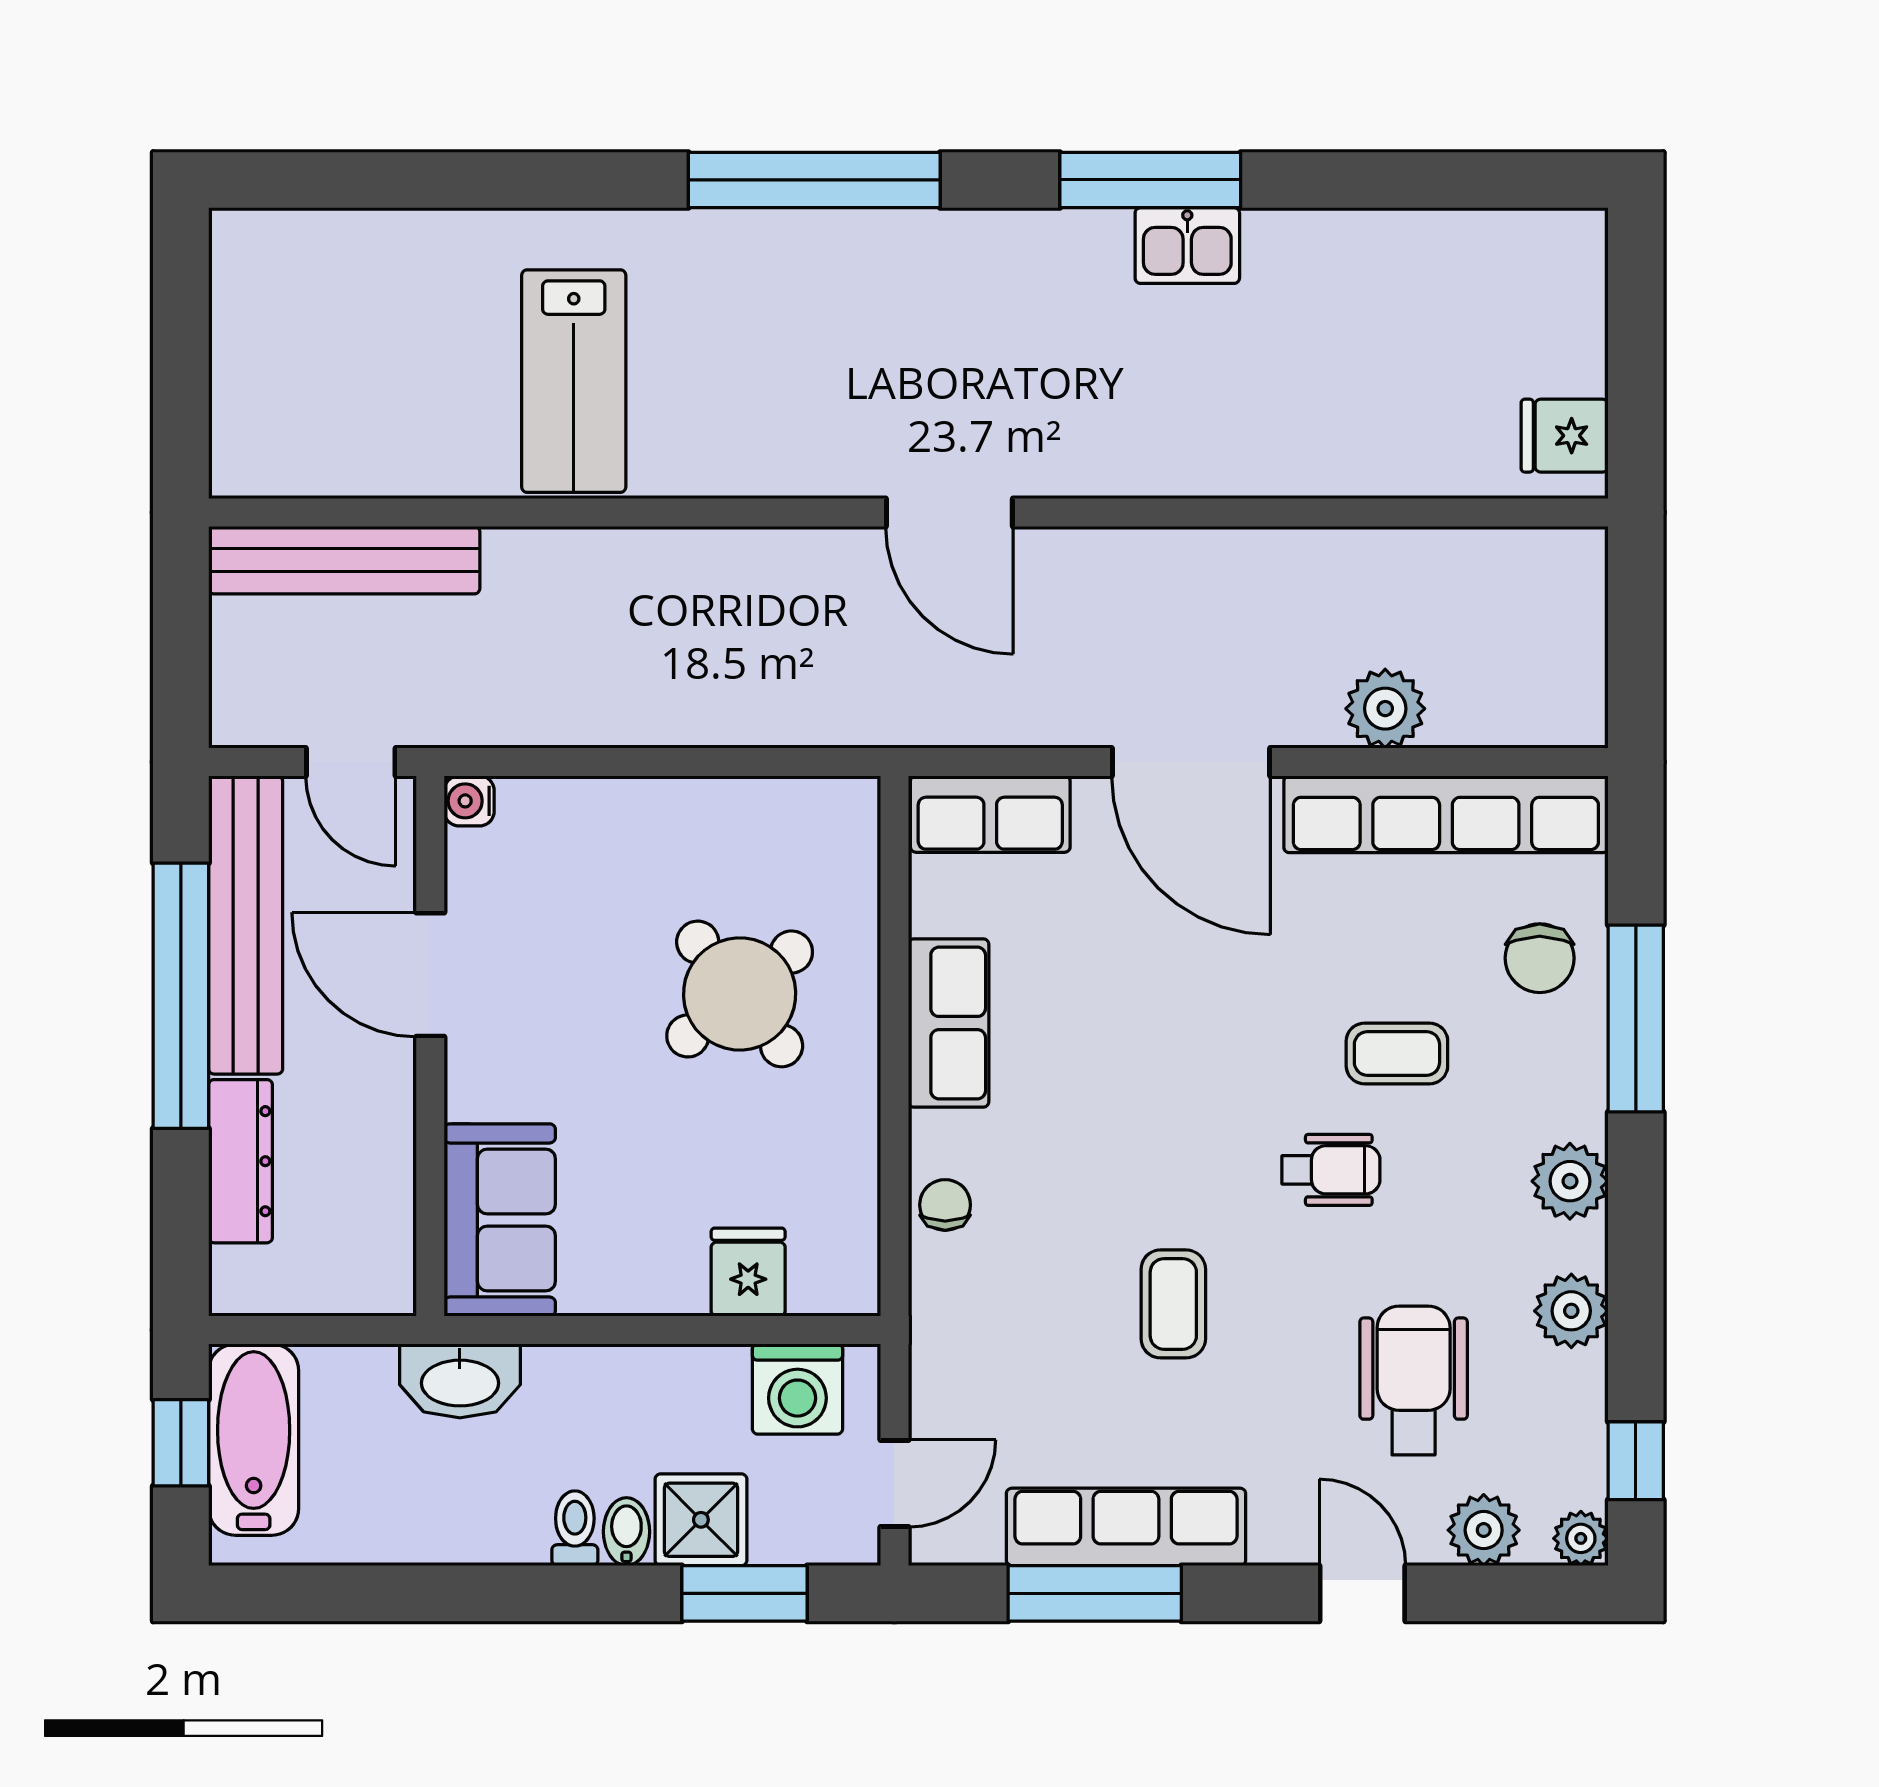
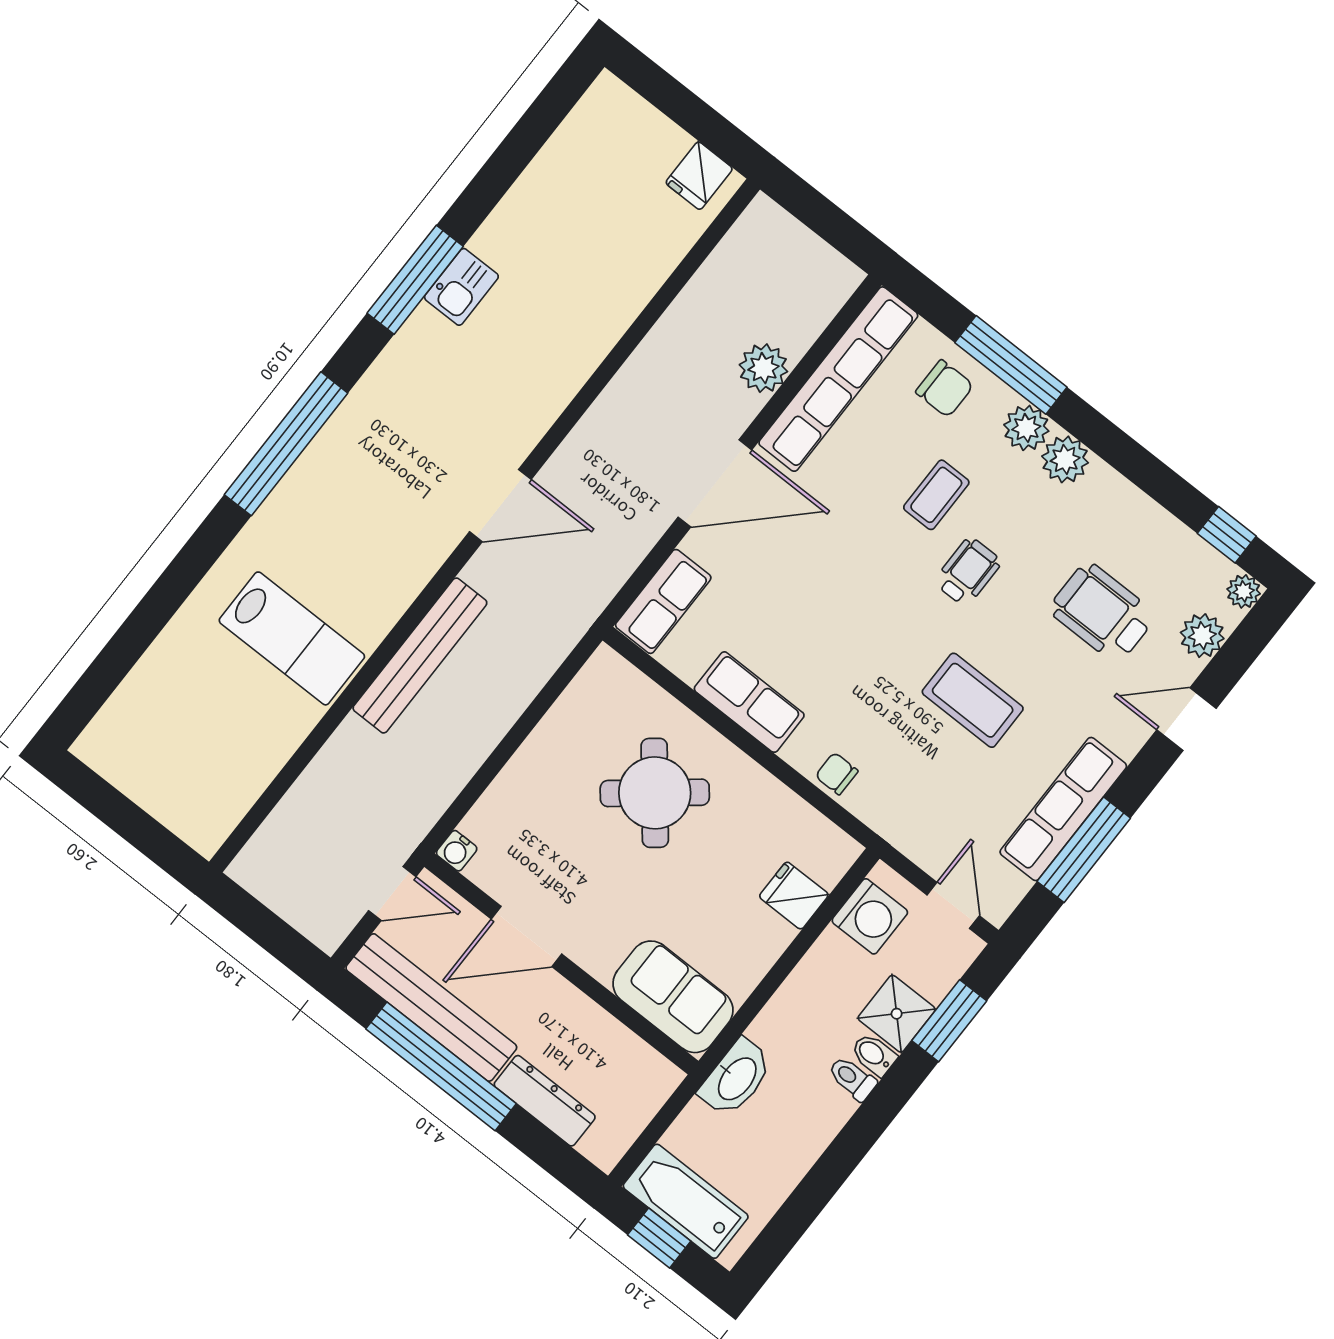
bench: (344, 560) -> (420, 656), moved
coffee table: (1173, 1304) -> (973, 700), width x1.36, depth x1.30
plant: (1571, 1311) -> (1026, 428), moved

